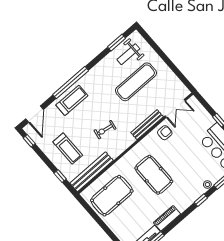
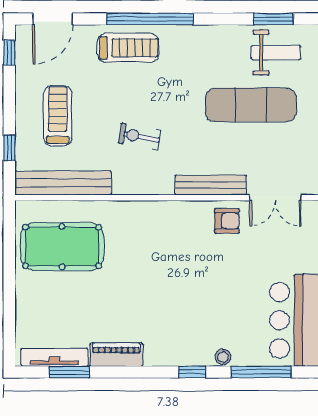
weight bench: (128, 54) -> (276, 53), turned 180
treadmill: (68, 149) -> (58, 116), turned 180
pool table: (154, 175) -> (154, 271), removed

